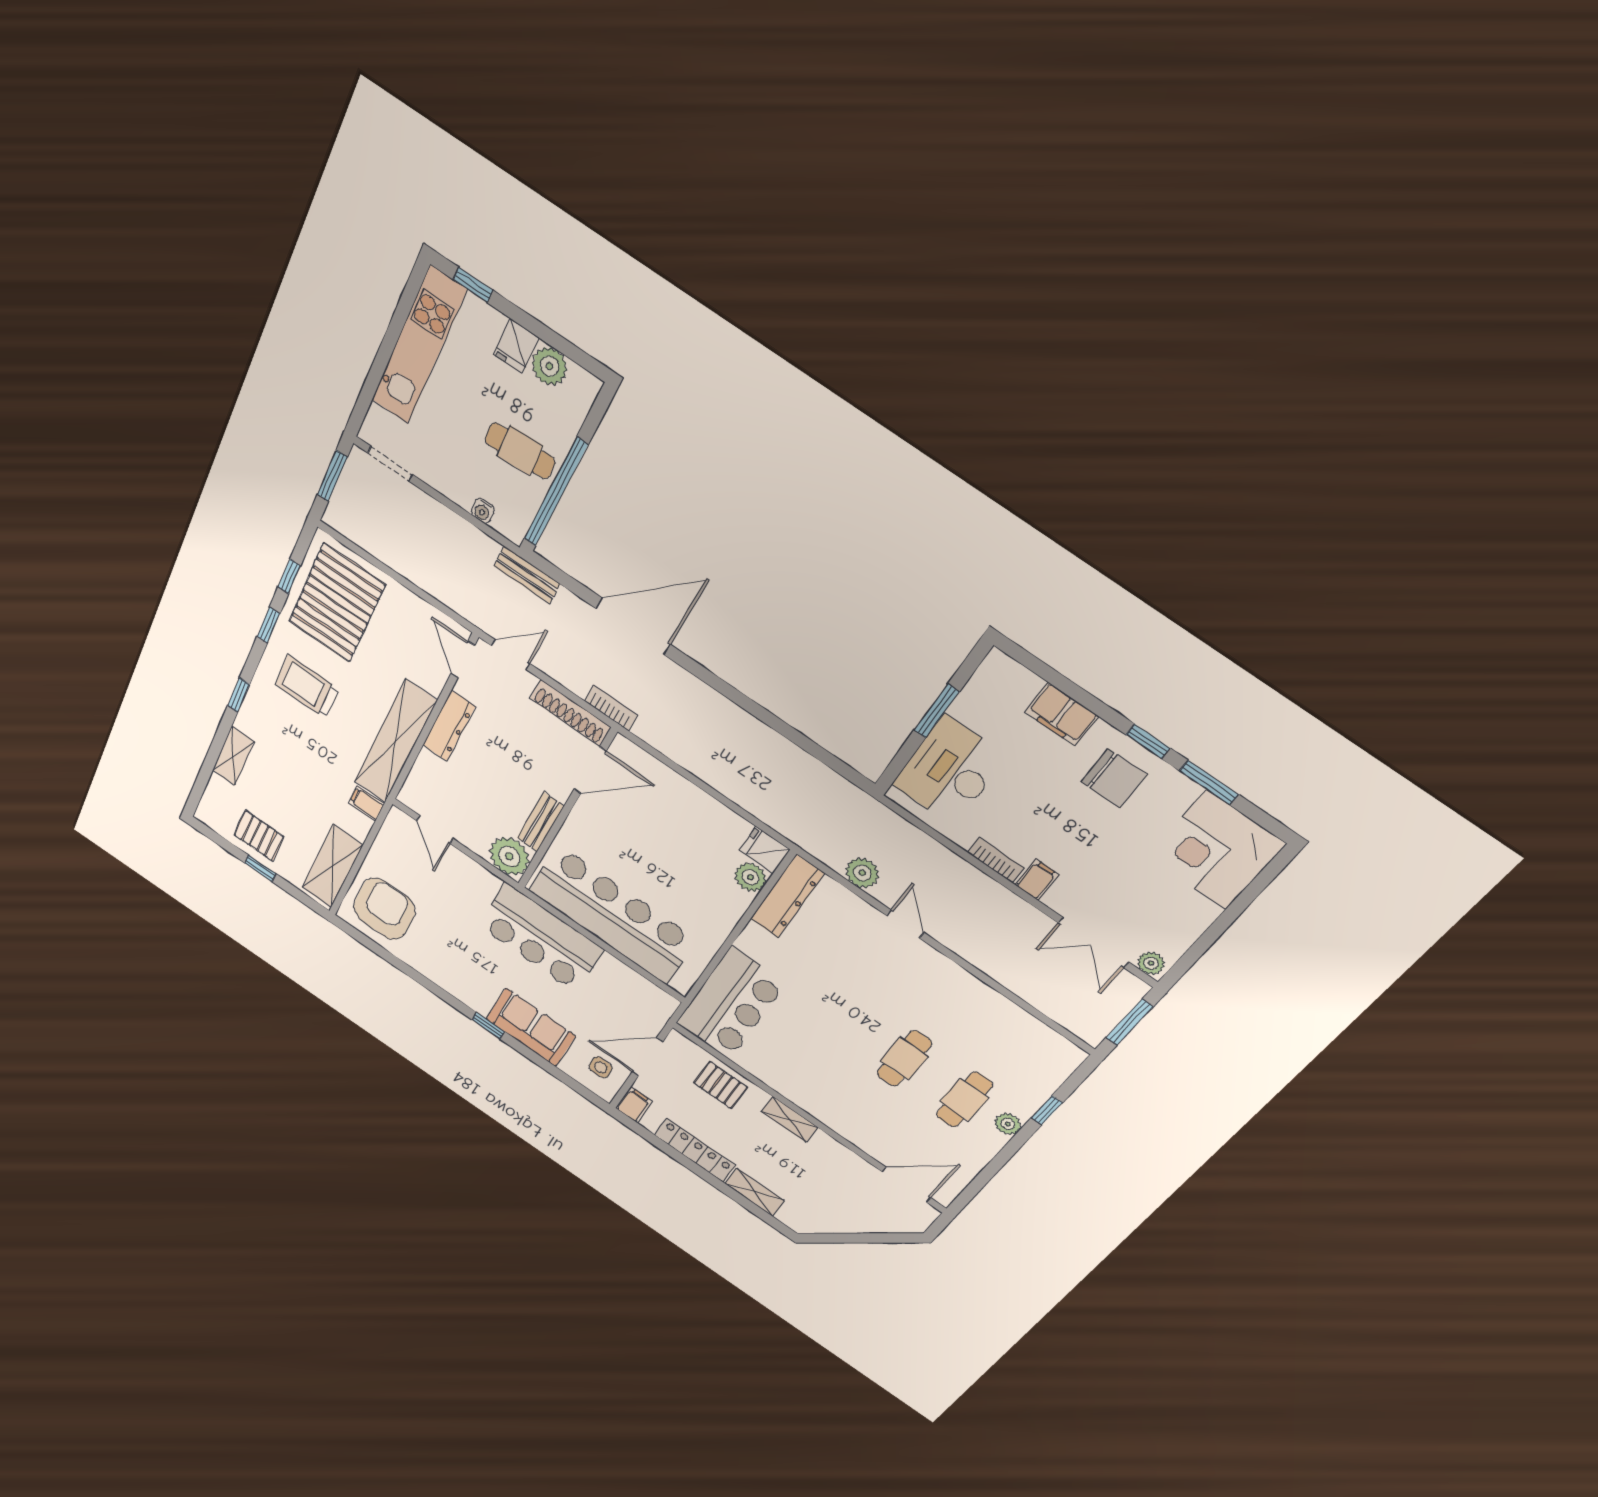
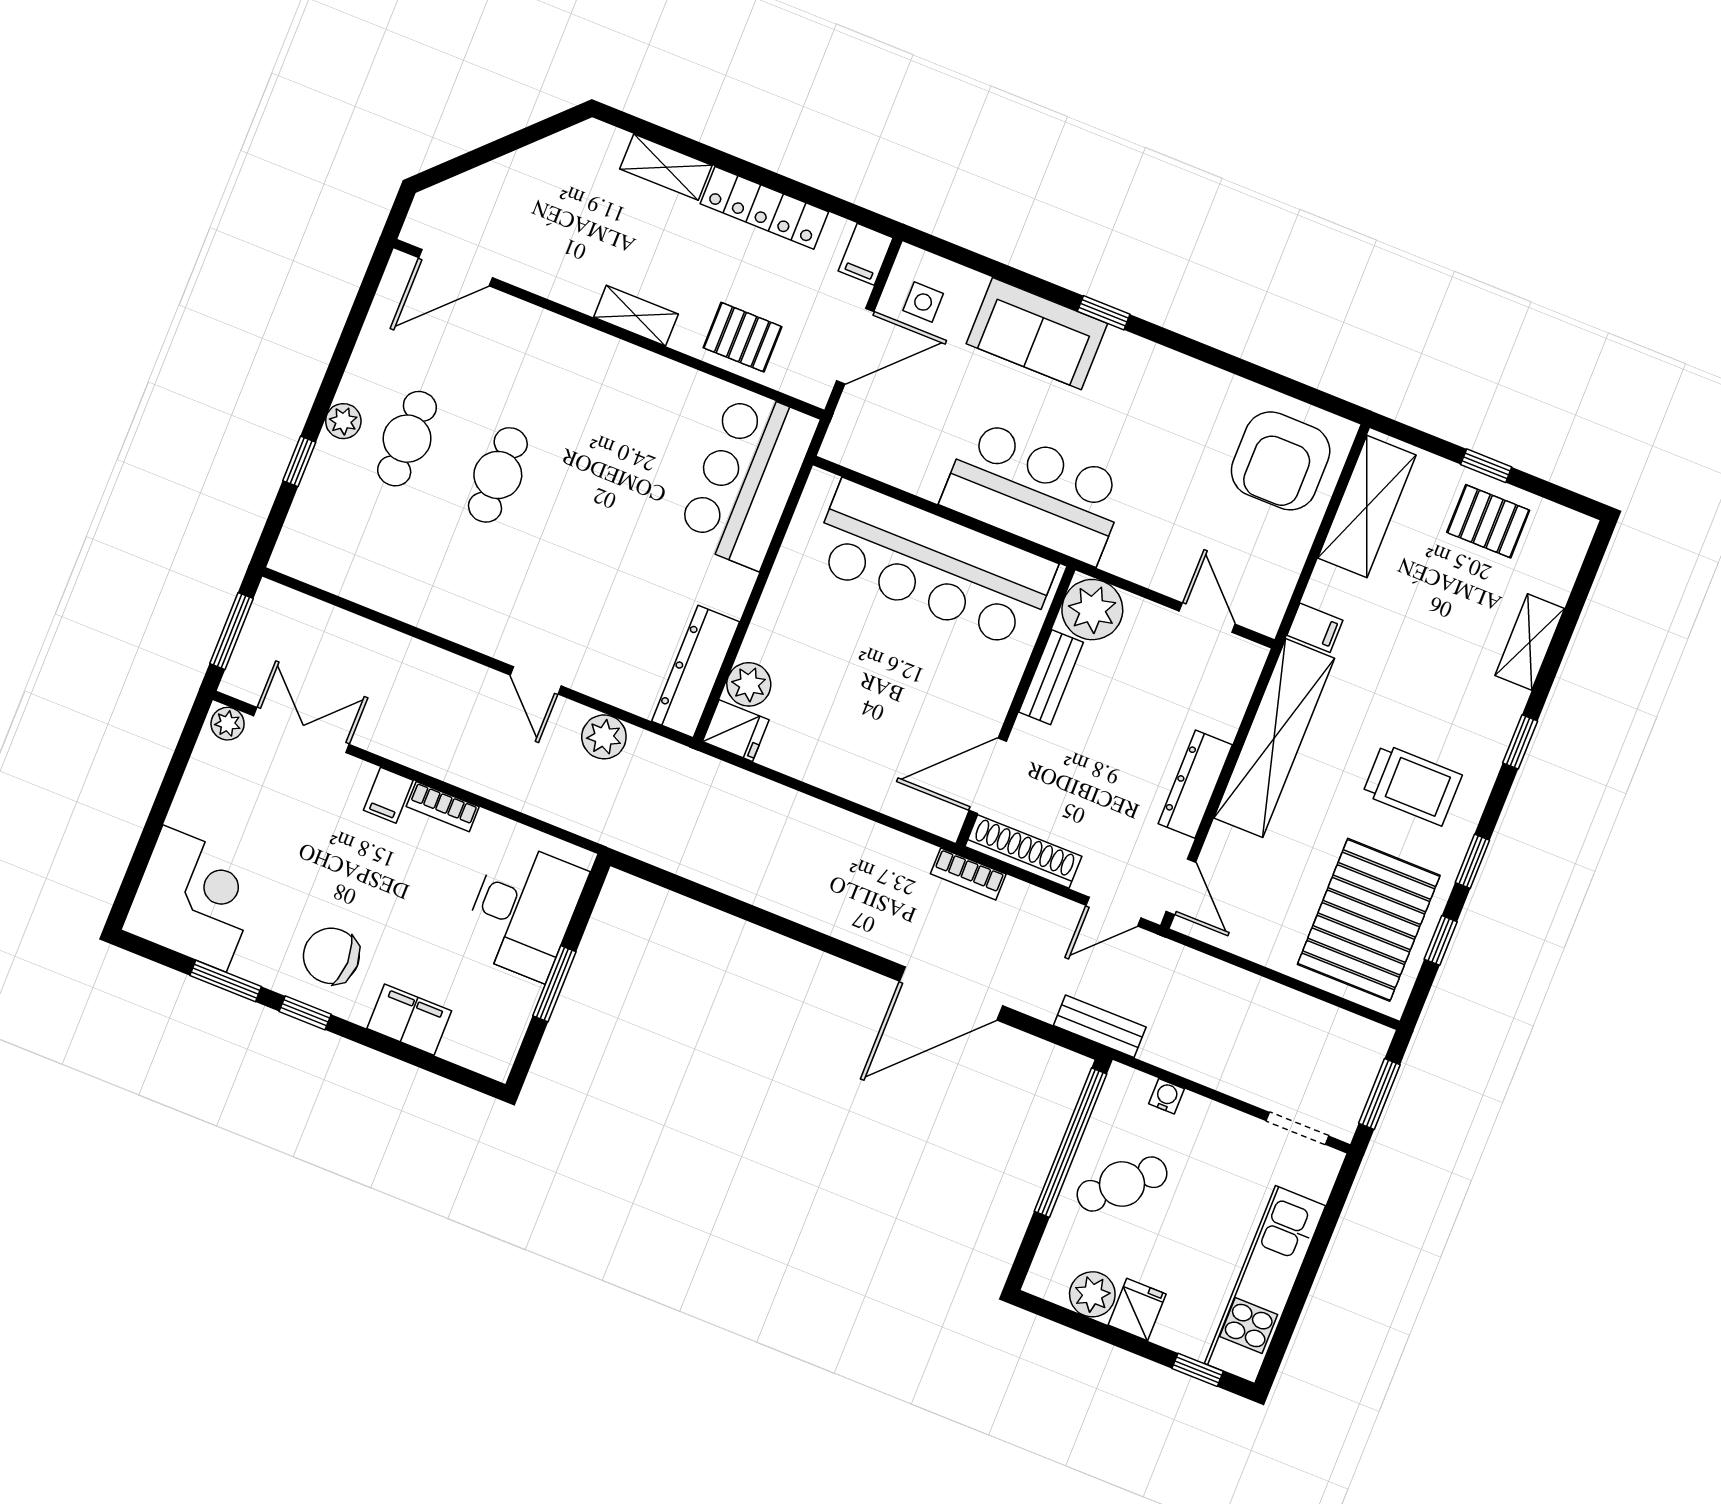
cafe table: (520, 451) -> (1122, 1184), turned -40

